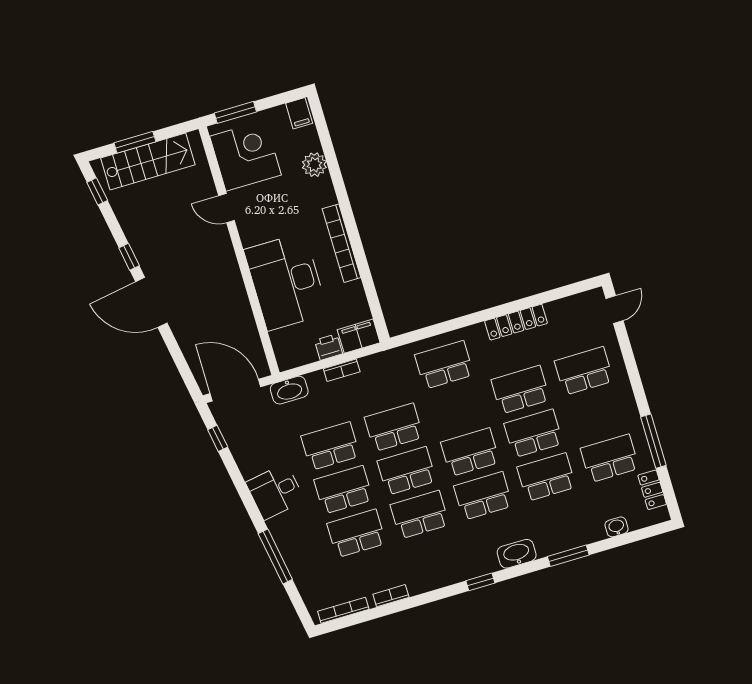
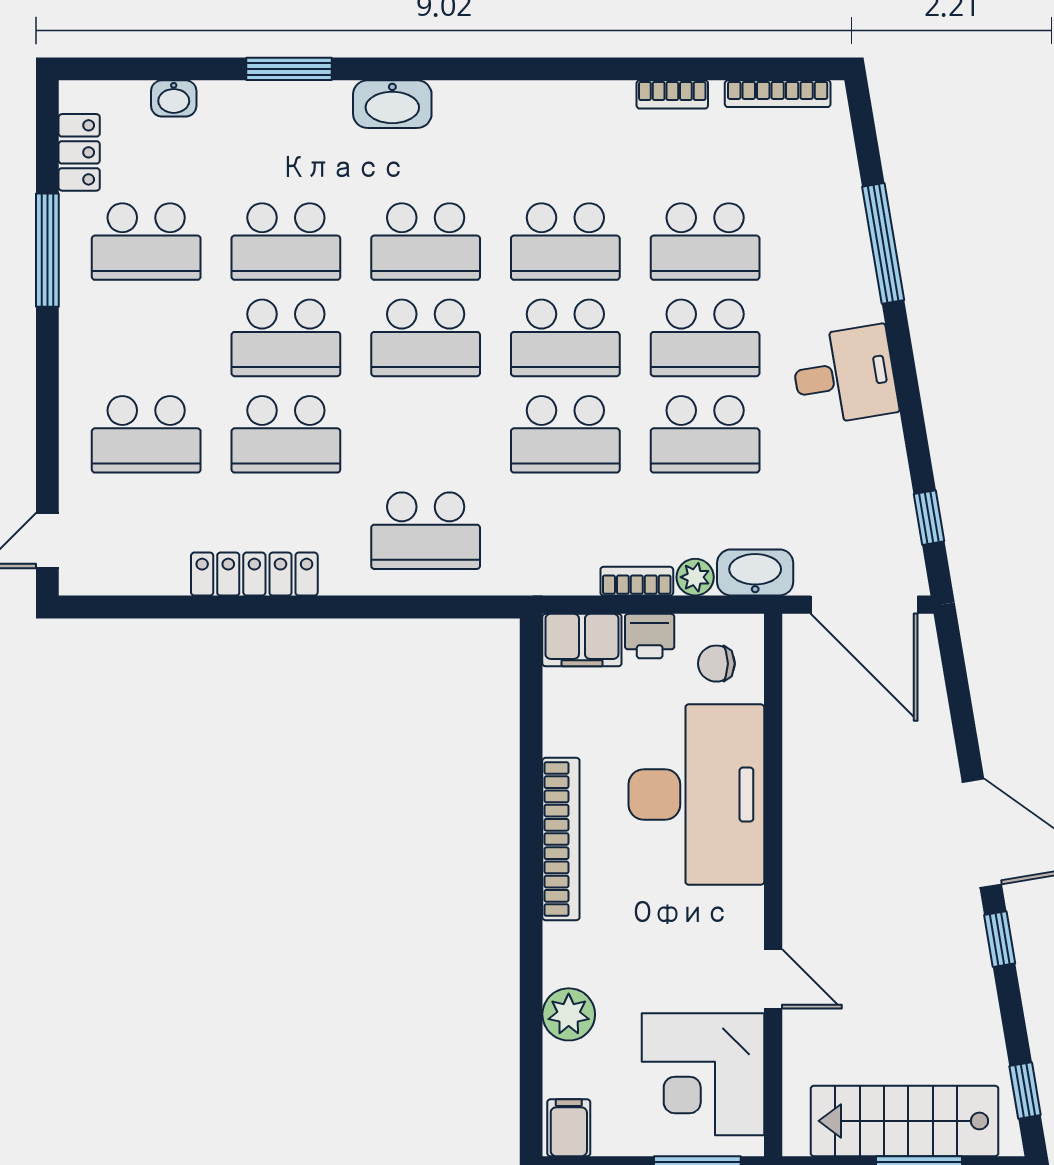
chair: (295, 344) -> (716, 664), added
plant: (316, 380) -> (695, 577), added
window: (480, 582) -> (483, 69), removed

